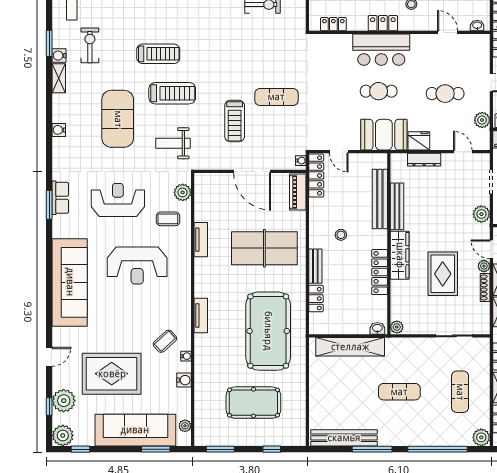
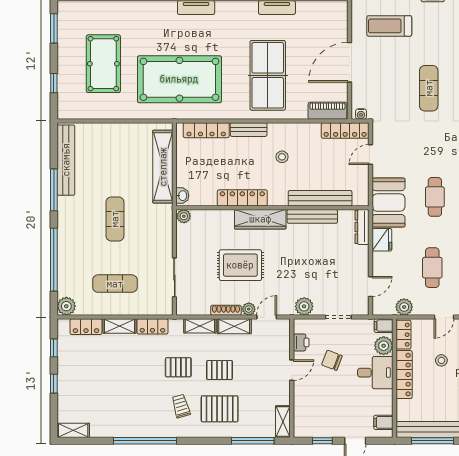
treadmill: (235, 121) -> (389, 26), moved
dresser: (424, 160) -> (362, 227), moved
locker: (316, 299) -> (206, 130), width x1.53

